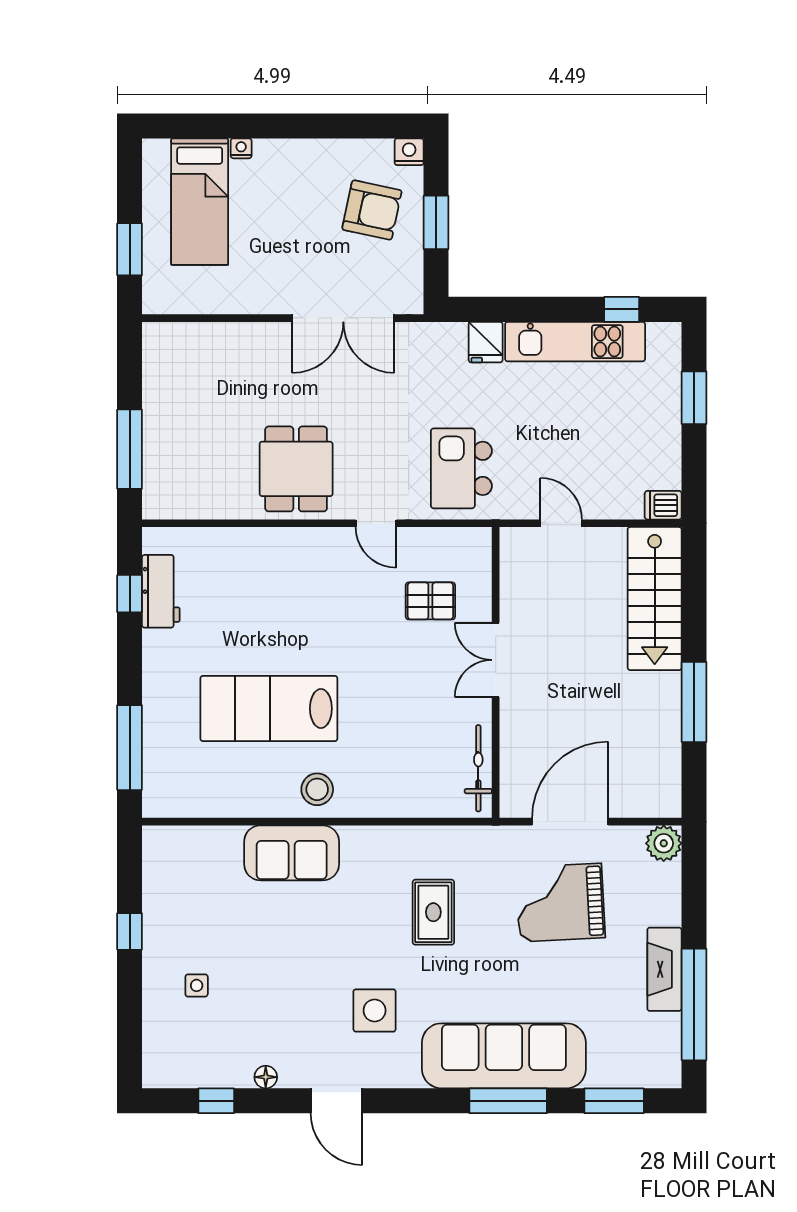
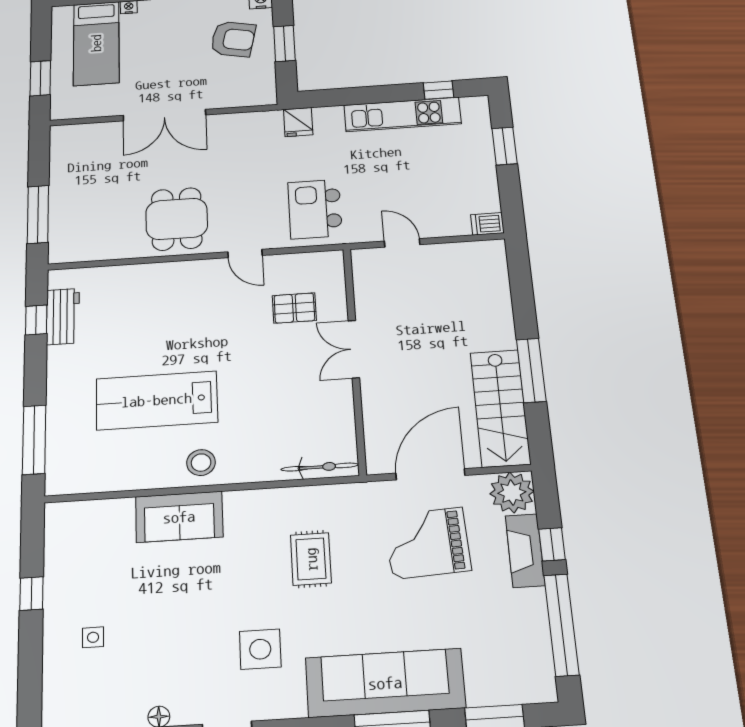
double door: (343, 318) -> (164, 115), moved
fridge: (486, 342) -> (298, 122), moved
stairs: (655, 599) -> (500, 408), moved
bicycle: (478, 768) -> (320, 467), moved, turned 90
plant: (664, 843) -> (512, 493), width x1.36, depth x1.36
window: (694, 913) -> (552, 544), added
fireplace: (664, 969) -> (525, 551), moved

